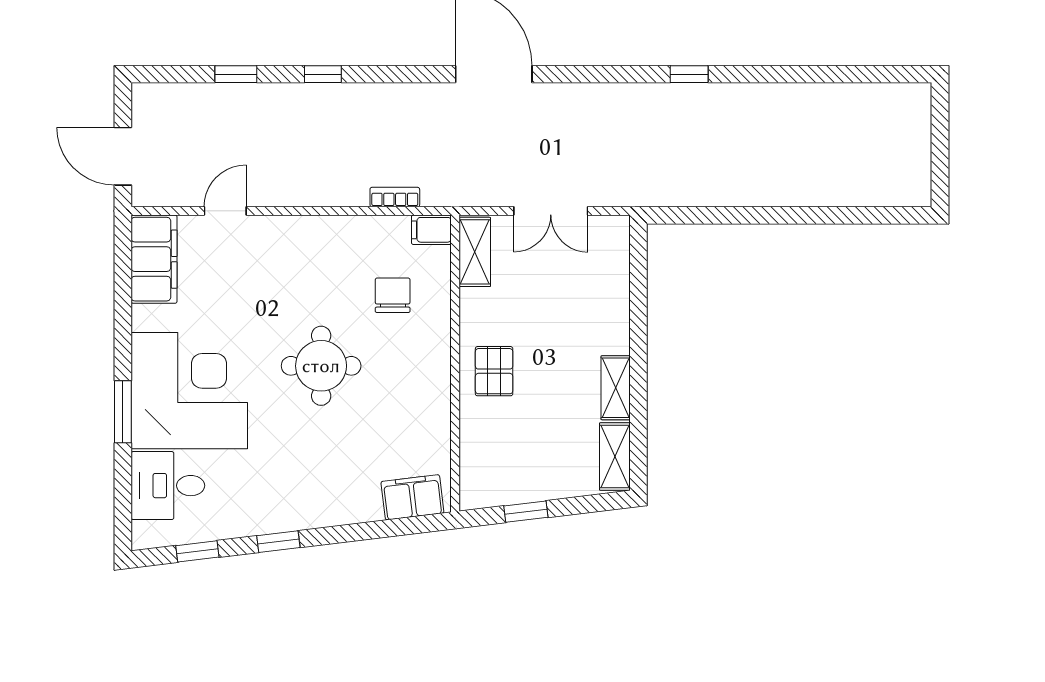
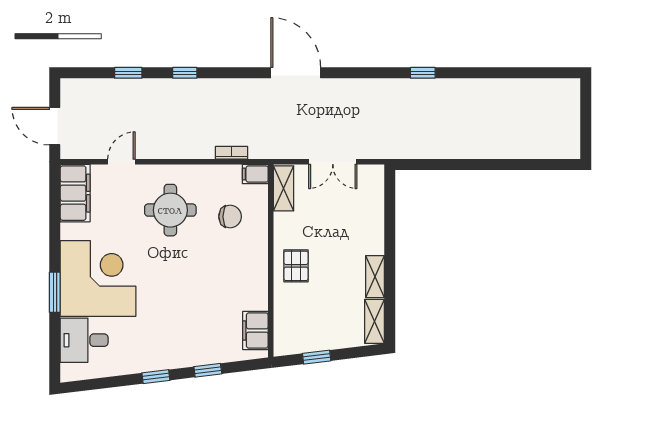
chair: (393, 295) -> (230, 217), turned 90
round table: (321, 366) -> (170, 210), moved
filing cabinet: (412, 497) -> (255, 331), moved, turned -83
window: (197, 551) -> (208, 370), moved

